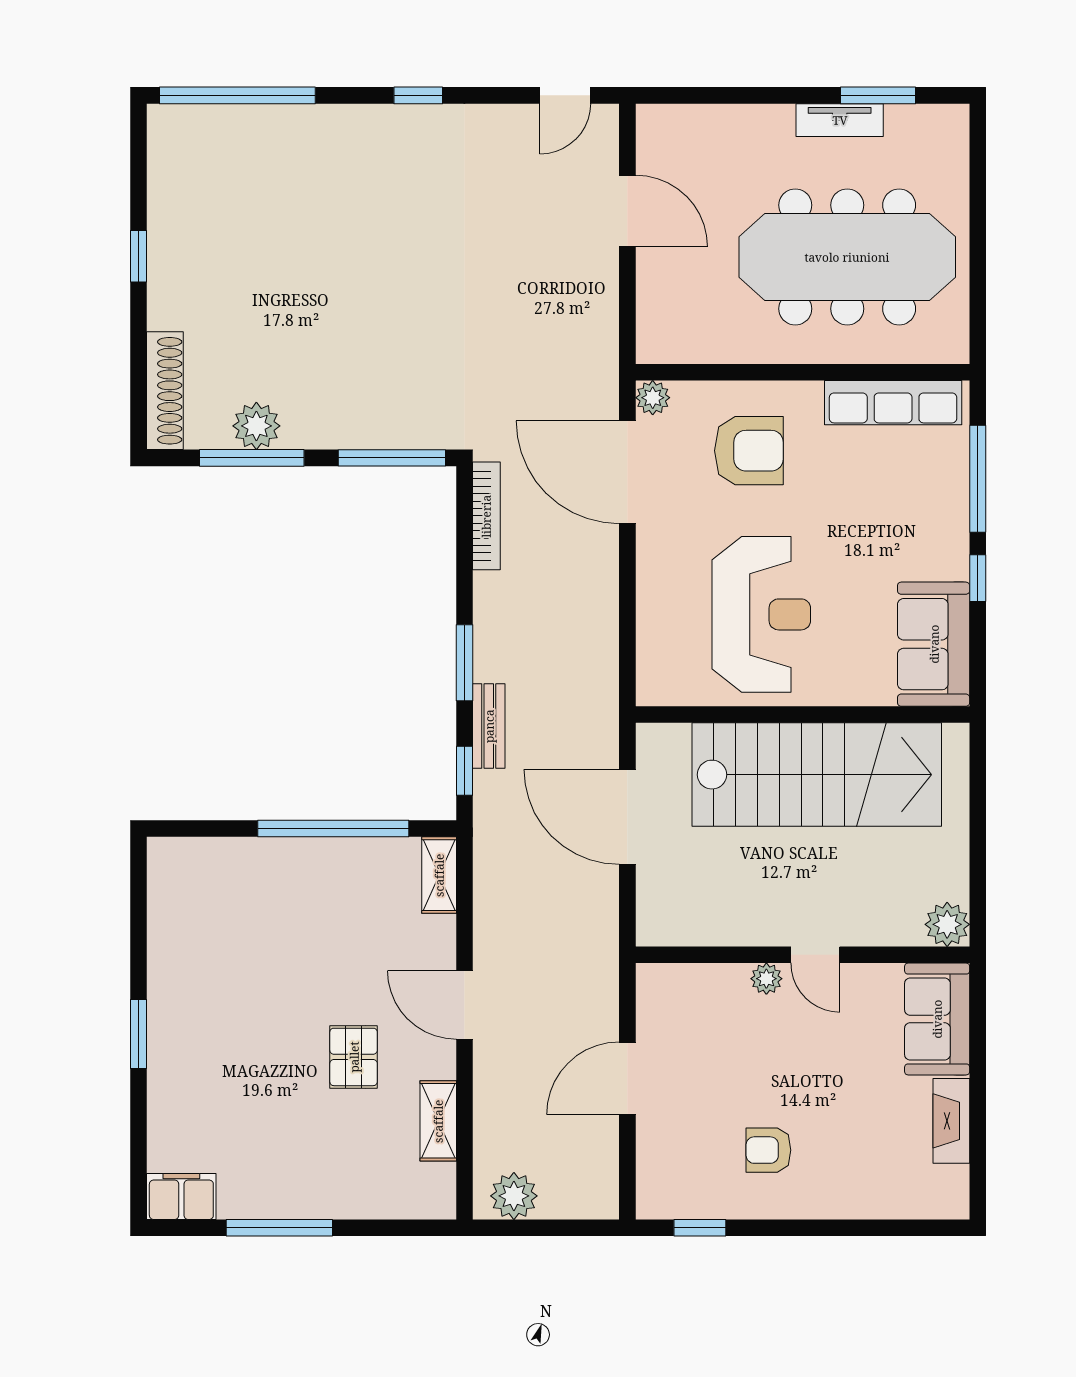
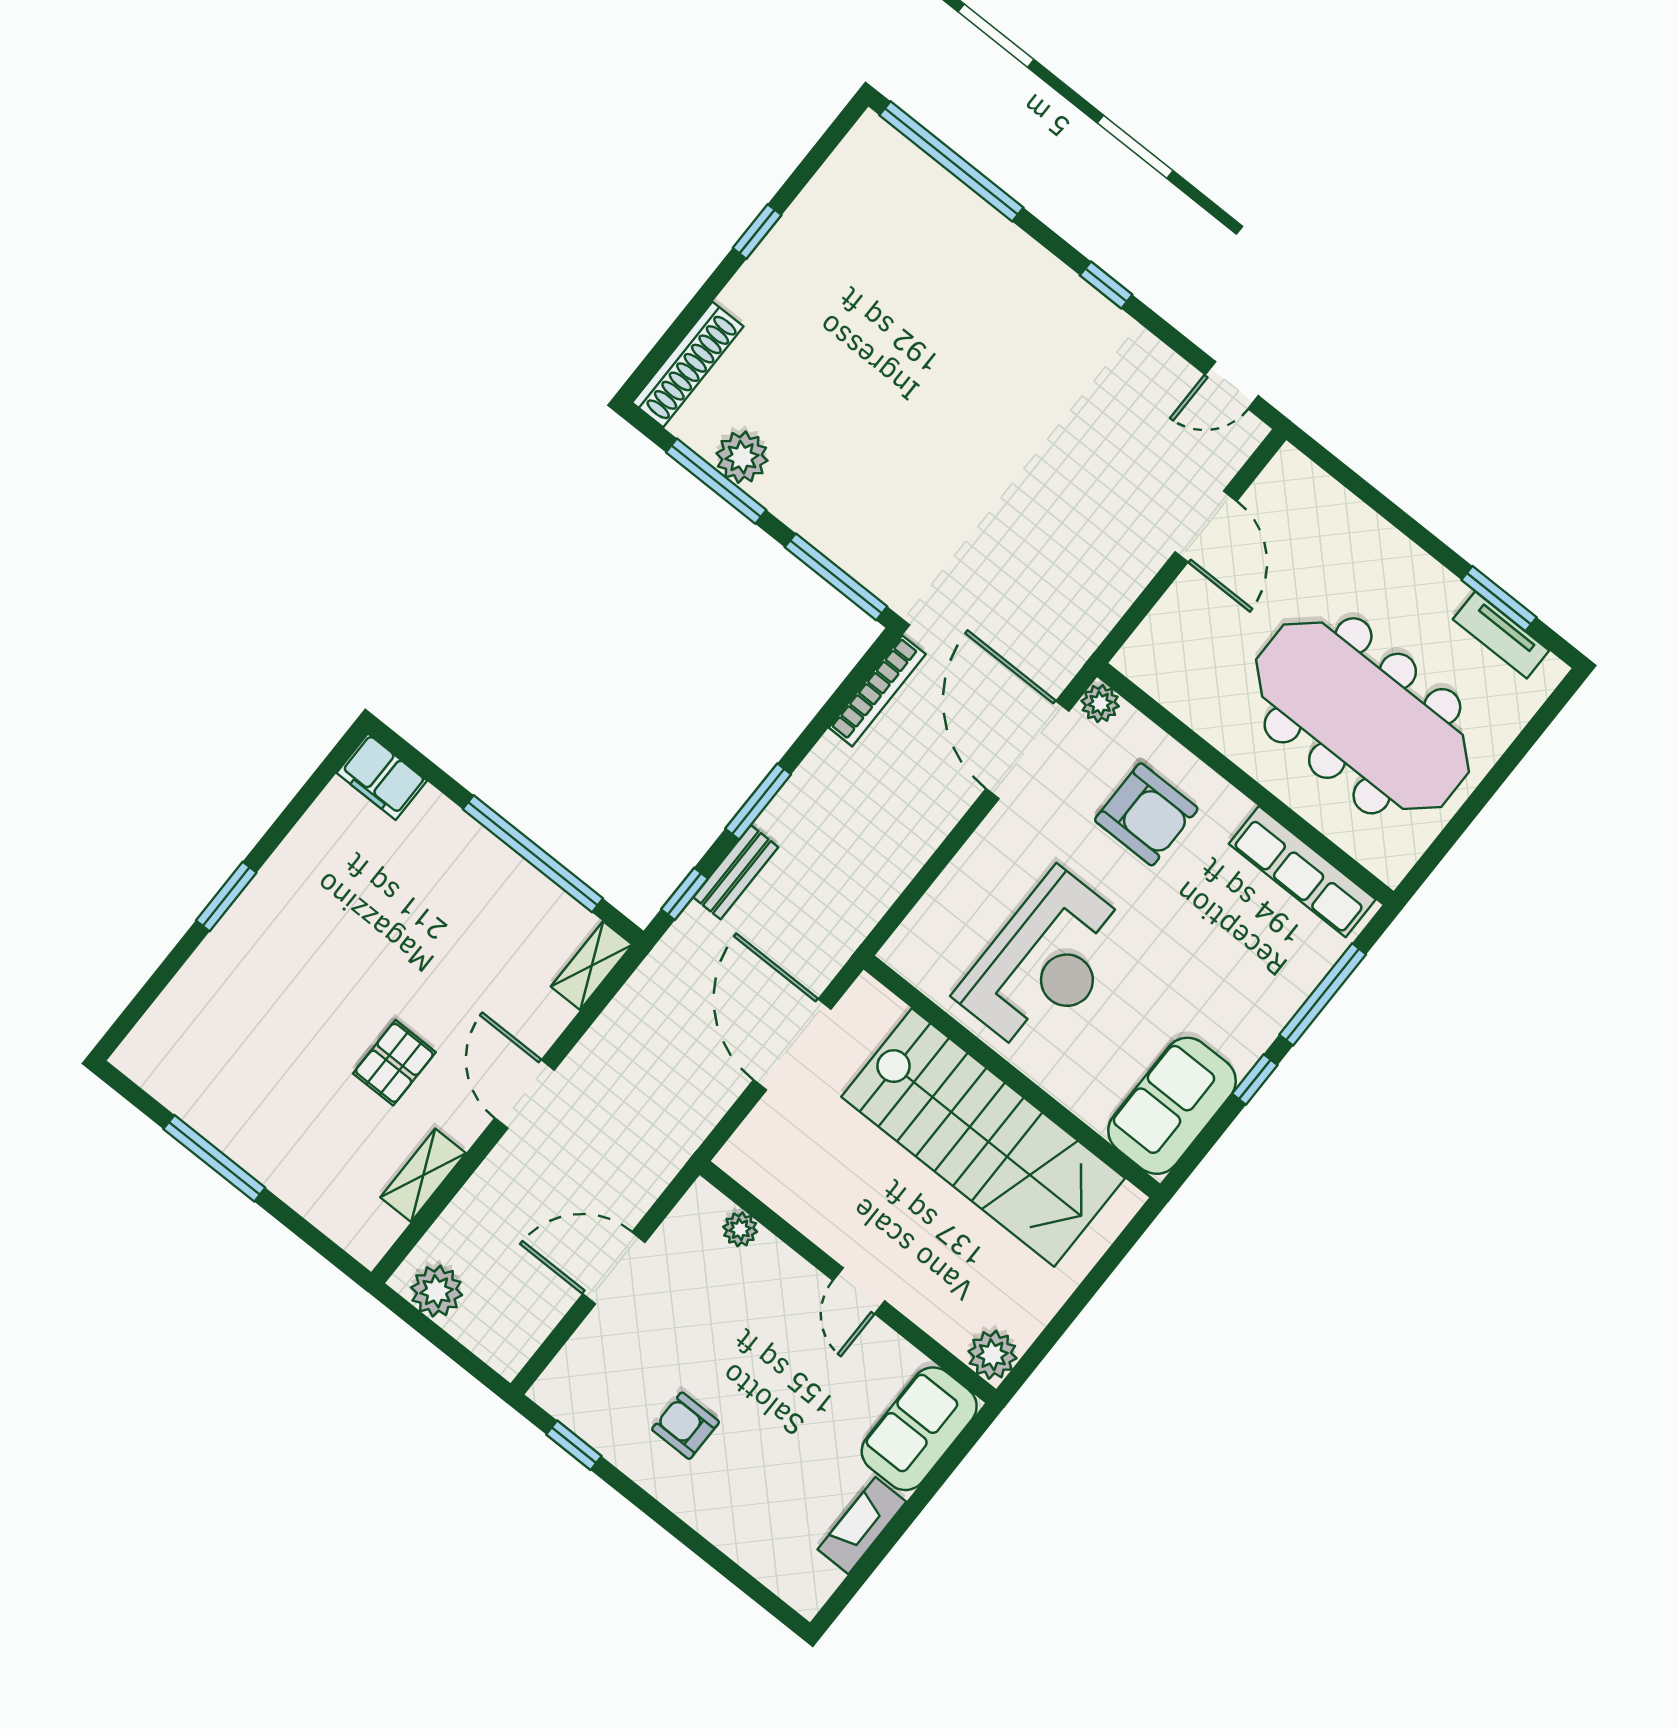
tv unit: (840, 120) -> (1501, 635), moved
plant: (766, 979) -> (740, 1229), moved
filing cabinet: (181, 1196) -> (382, 777), moved, turned 180

